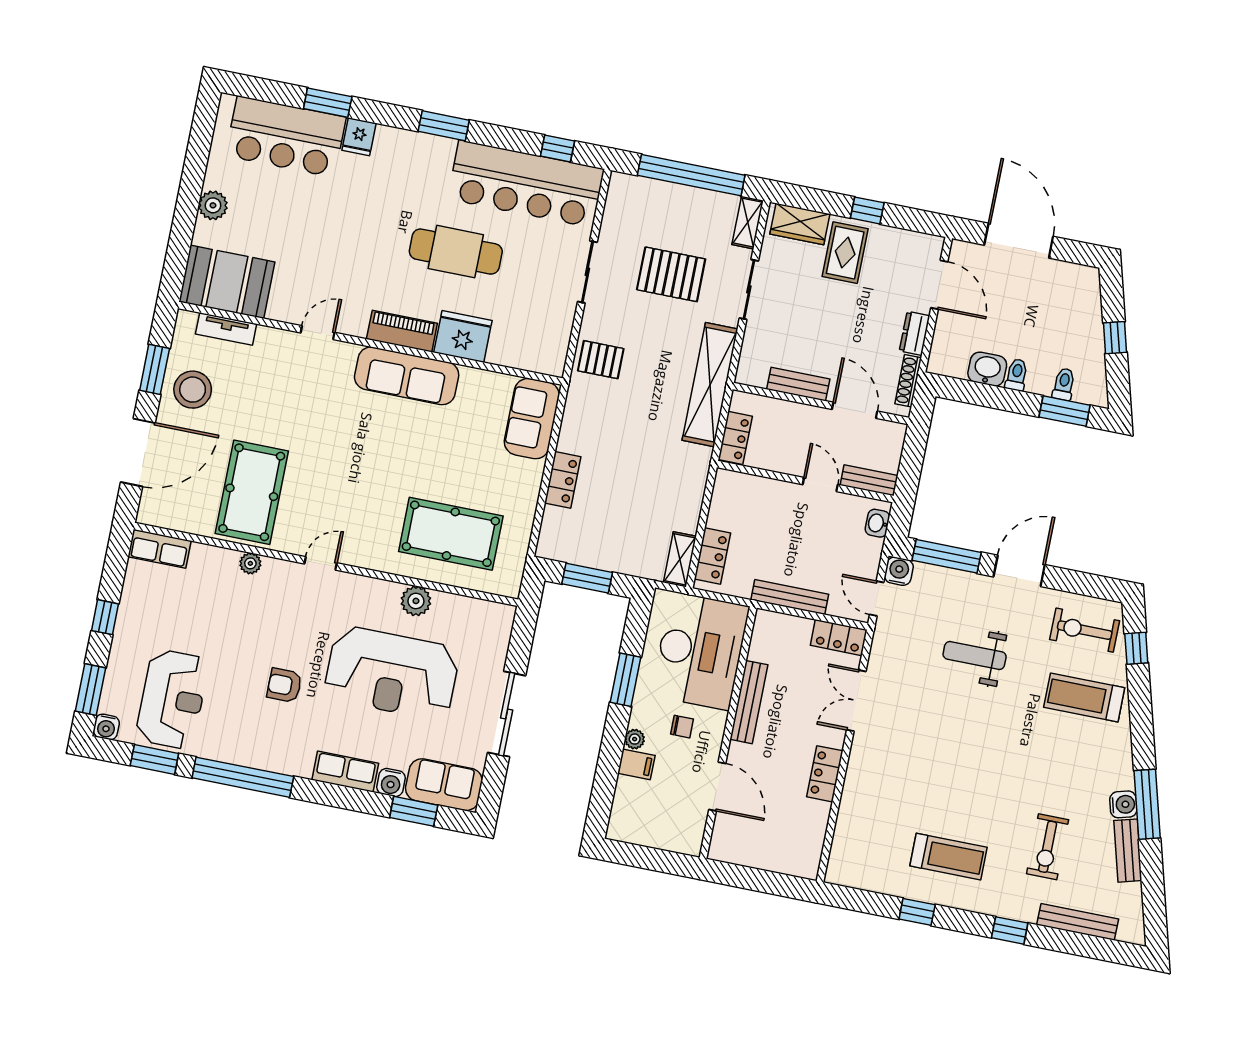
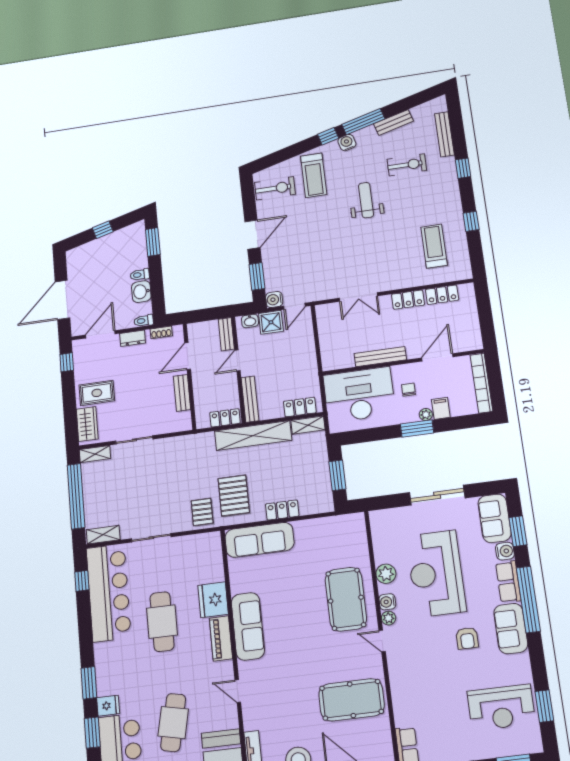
window: (444, 126) -> (89, 683), moved
shelving: (617, 200) -> (103, 535), added
window: (867, 210) -> (67, 362), moved
cafe table: (303, 225) -> (173, 723), added
pallet: (671, 274) -> (234, 496), moved
shoe rack: (908, 381) -> (161, 332), width x0.70
toilet: (1064, 384) -> (144, 321), moved
shelving: (710, 385) -> (253, 436), moved
sofa: (532, 419) -> (259, 540), width x1.36
pool table: (451, 534) -> (346, 599), moved
shower: (863, 555) -> (271, 322), added
window: (947, 556) -> (257, 276), width x0.69
plant: (250, 563) -> (389, 618), moved
door: (1019, 571) -> (252, 235), swing flipped
bench: (790, 597) -> (250, 399), moved
exercise bike: (1085, 630) -> (275, 188), turned -90
locker: (839, 638) -> (442, 295), moved, turned 90
window: (1136, 648) -> (328, 136), moved
weight bench: (975, 655) -> (366, 200), moved, turned 180
reception desk: (392, 673) -> (436, 574), turned 180
window: (625, 680) -> (417, 429), moved
reception desk: (172, 699) -> (501, 707), turned 180
water cooler: (106, 727) -> (387, 602), moved, turned 180
sofa: (278, 751) -> (511, 629), added
window: (243, 777) -> (528, 599), moved
water cooler: (1123, 804) -> (347, 143), moved
bookcase: (654, 837) -> (481, 383), added
treadmill: (949, 857) -> (434, 246), moved

